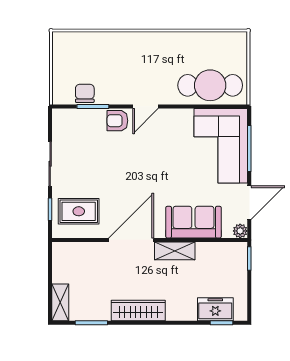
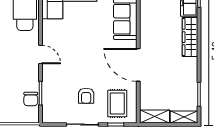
chair: (85, 93) -> (31, 99), turned -90
armchair: (117, 121) -> (86, 96), moved
shelving: (175, 251) -> (155, 116), moved, turned 90
wardrobe: (138, 310) -> (190, 37), moved

